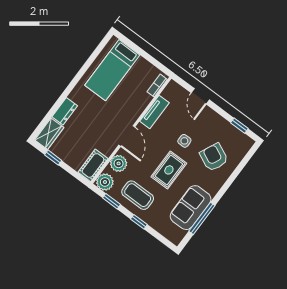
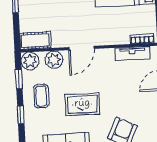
tv unit: (154, 112) -> (132, 53), moved
side table: (184, 141) -> (116, 97), removed
coffee table: (138, 195) -> (41, 96), width x0.73, depth x0.77

